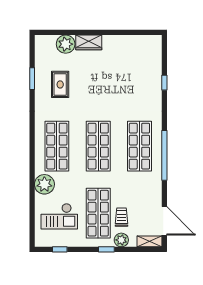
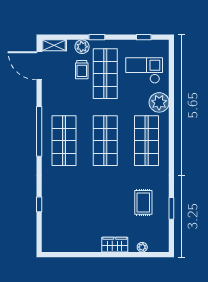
plant: (66, 44) -> (142, 247), width x0.53, depth x0.53

